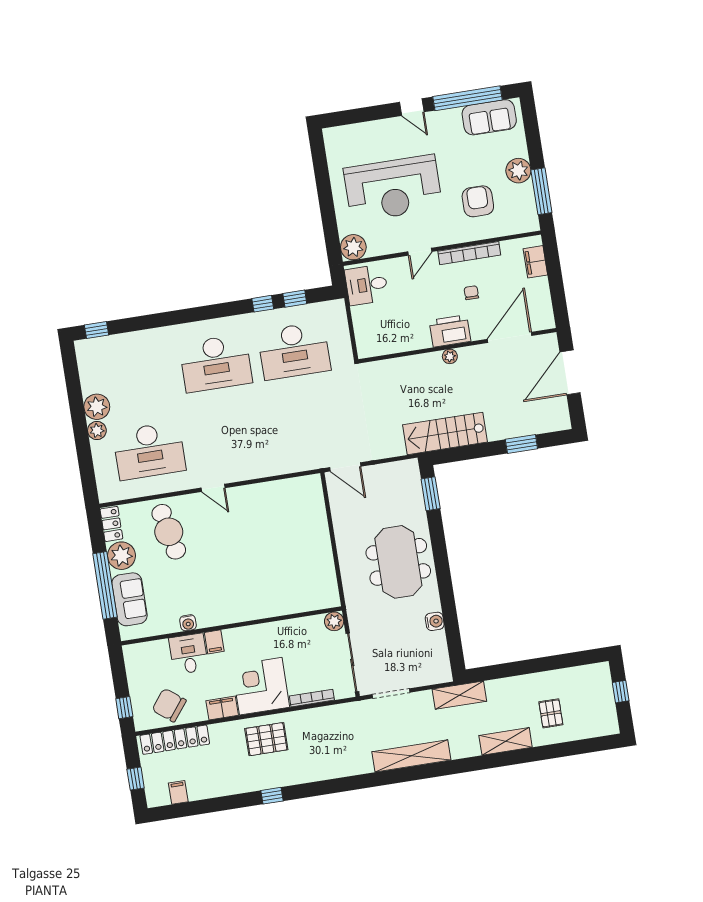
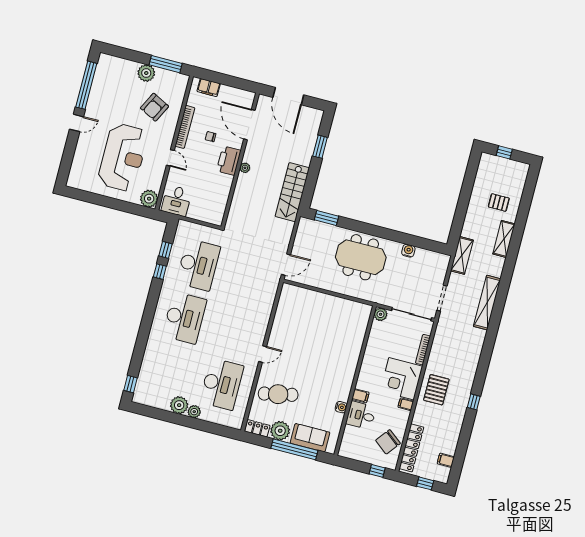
sofa: (489, 117) -> (104, 77), removed
armchair: (478, 201) -> (154, 107), turned -63
filing cabinet: (222, 708) -> (406, 404), width x0.50

